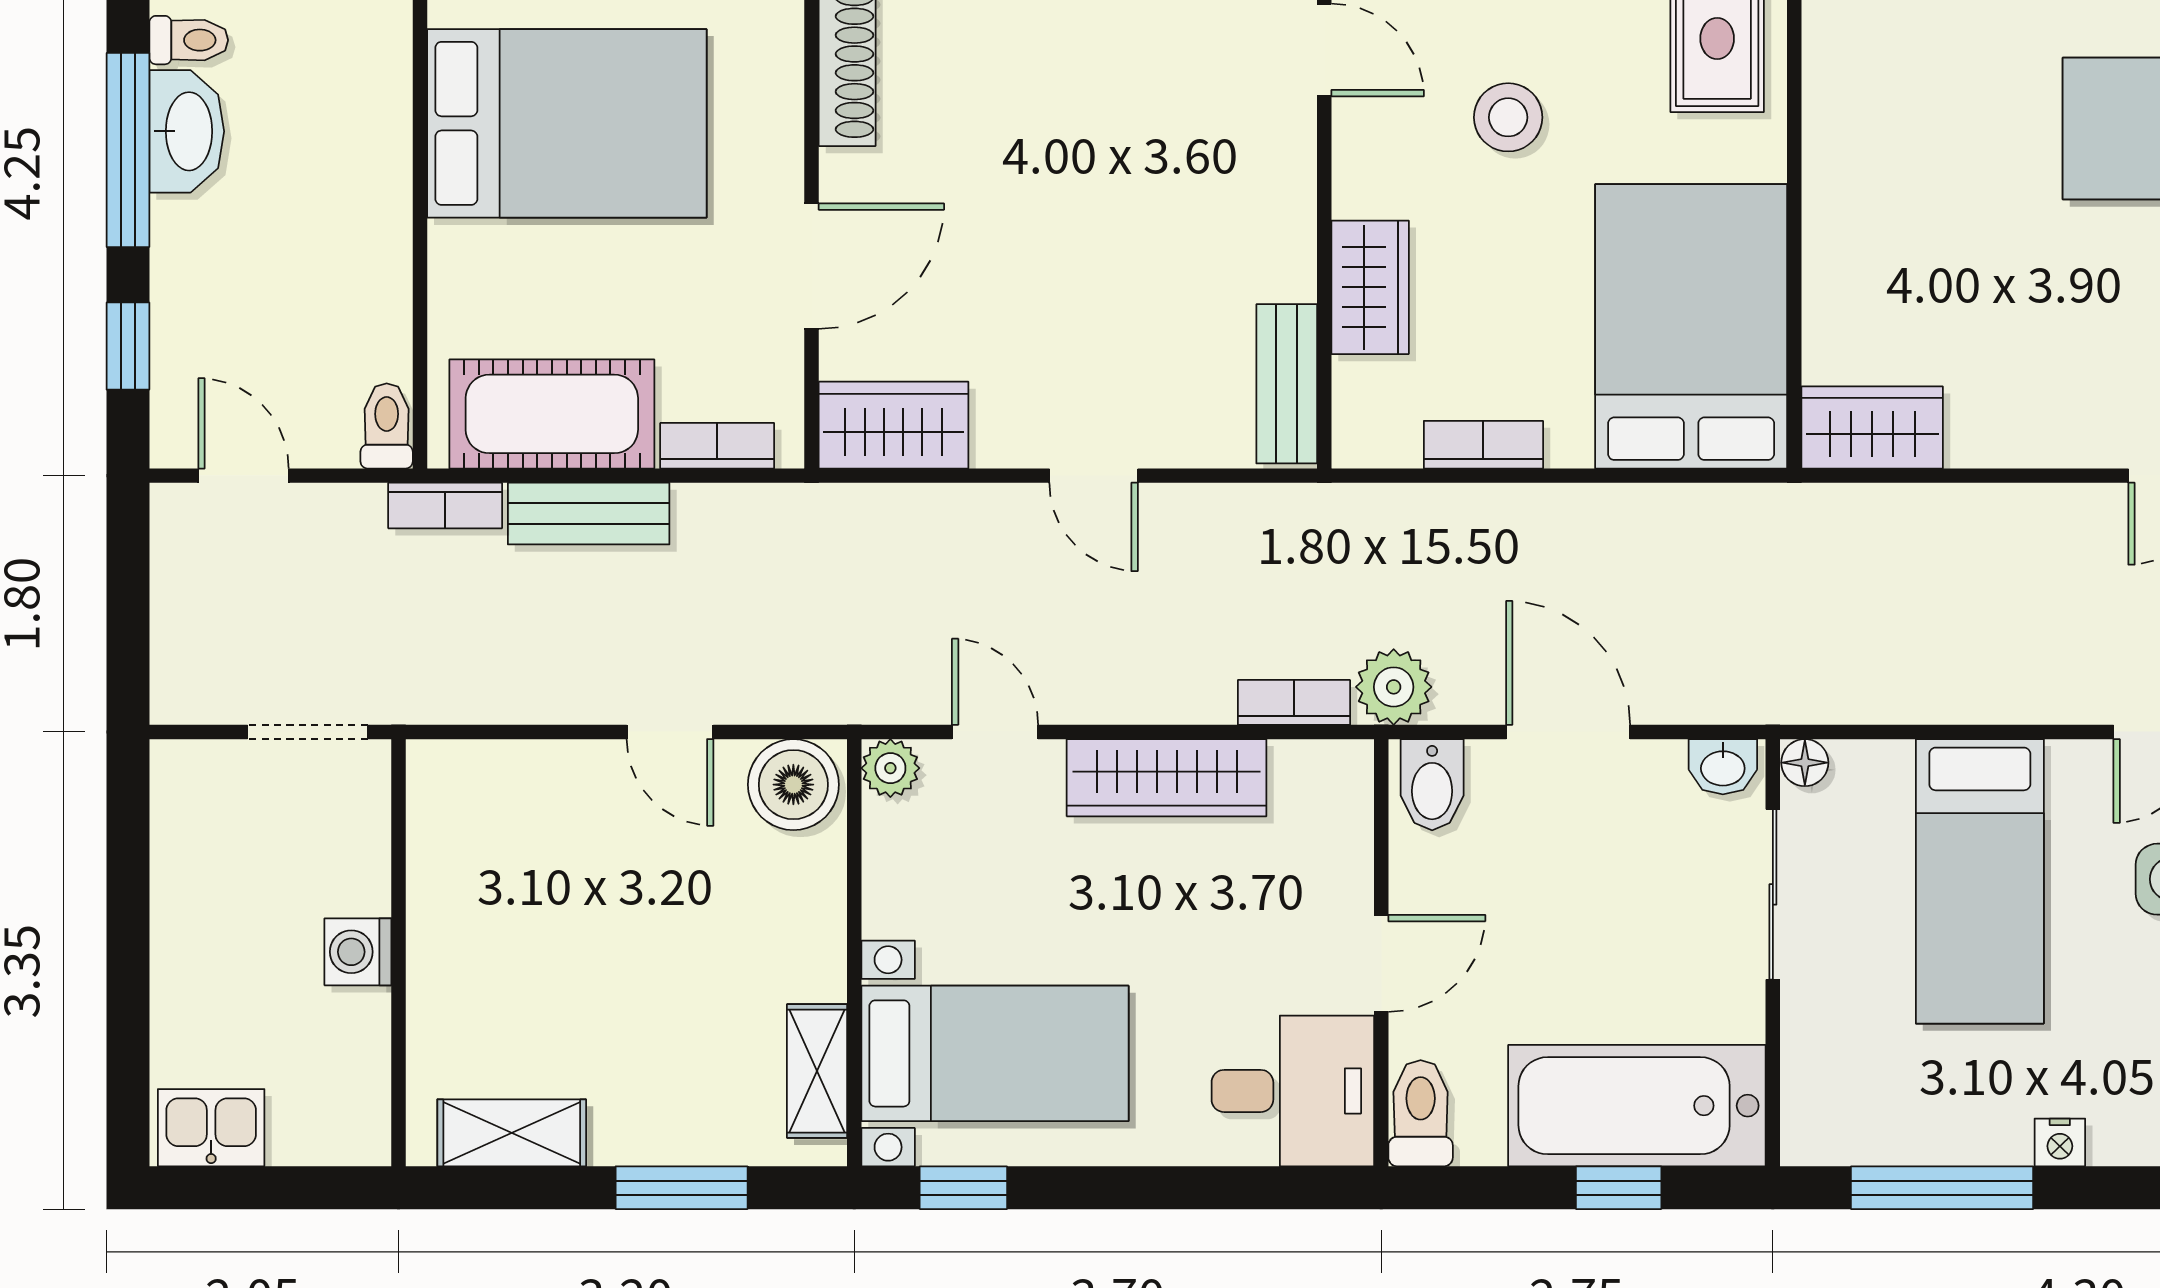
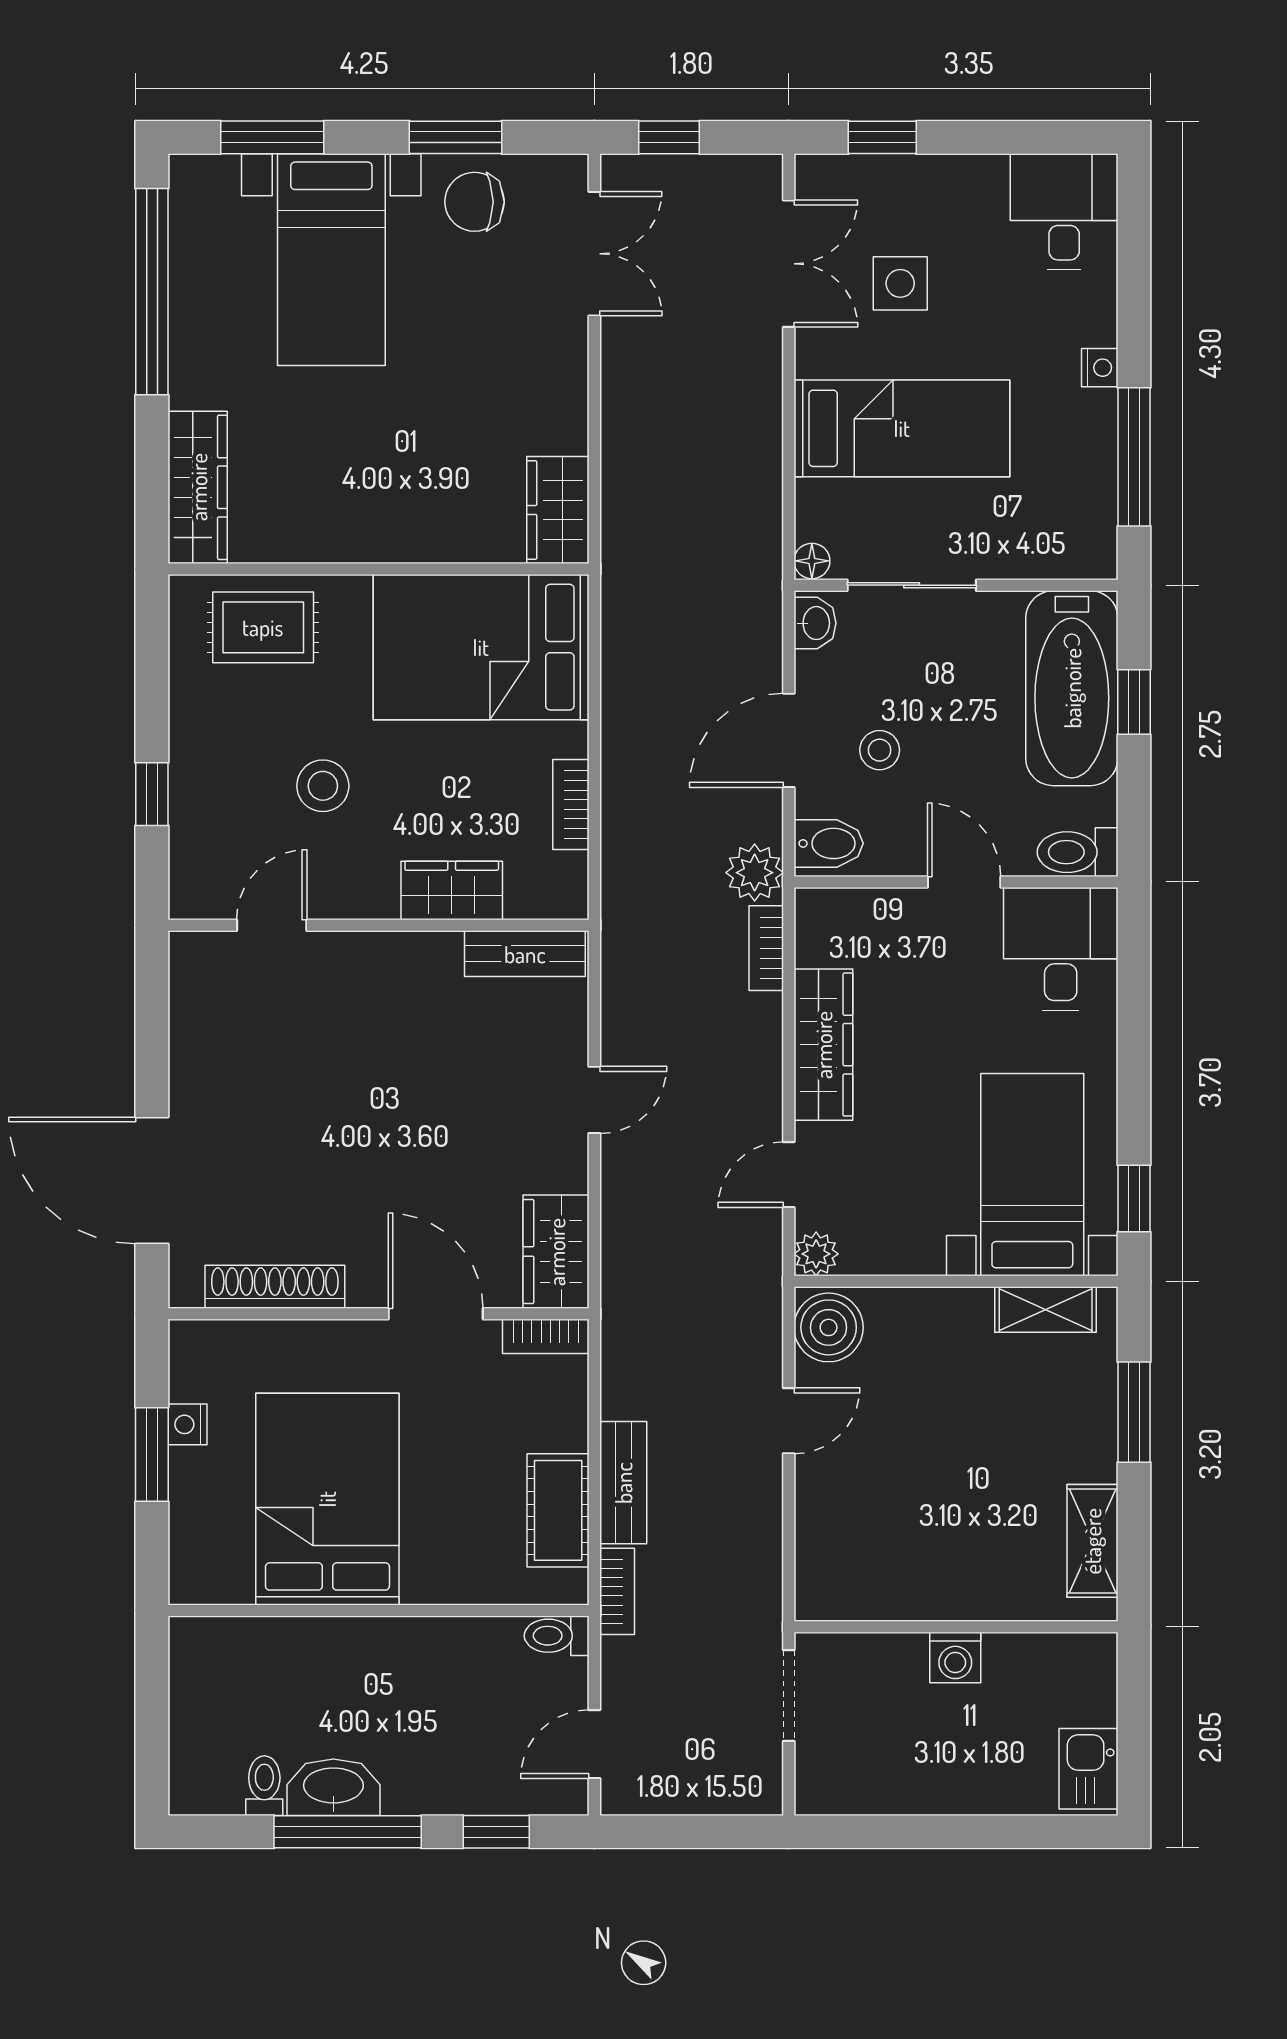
cot: (552, 414) -> (558, 1510), width x0.73, depth x0.75
bookcase: (717, 446) -> (546, 1336), moved, turned -90
stool: (1555, 852) -> (880, 750), added

